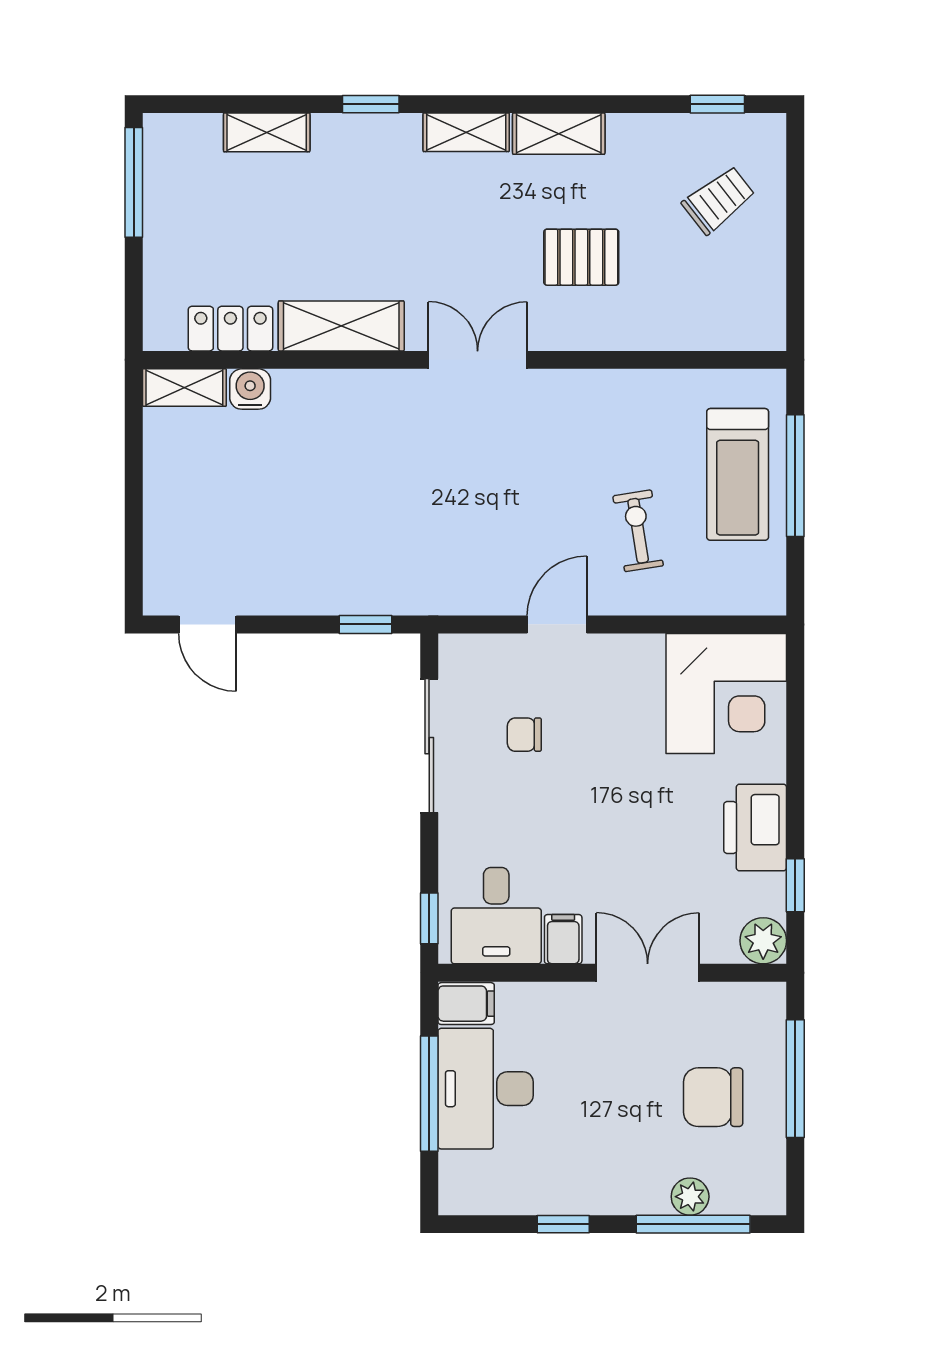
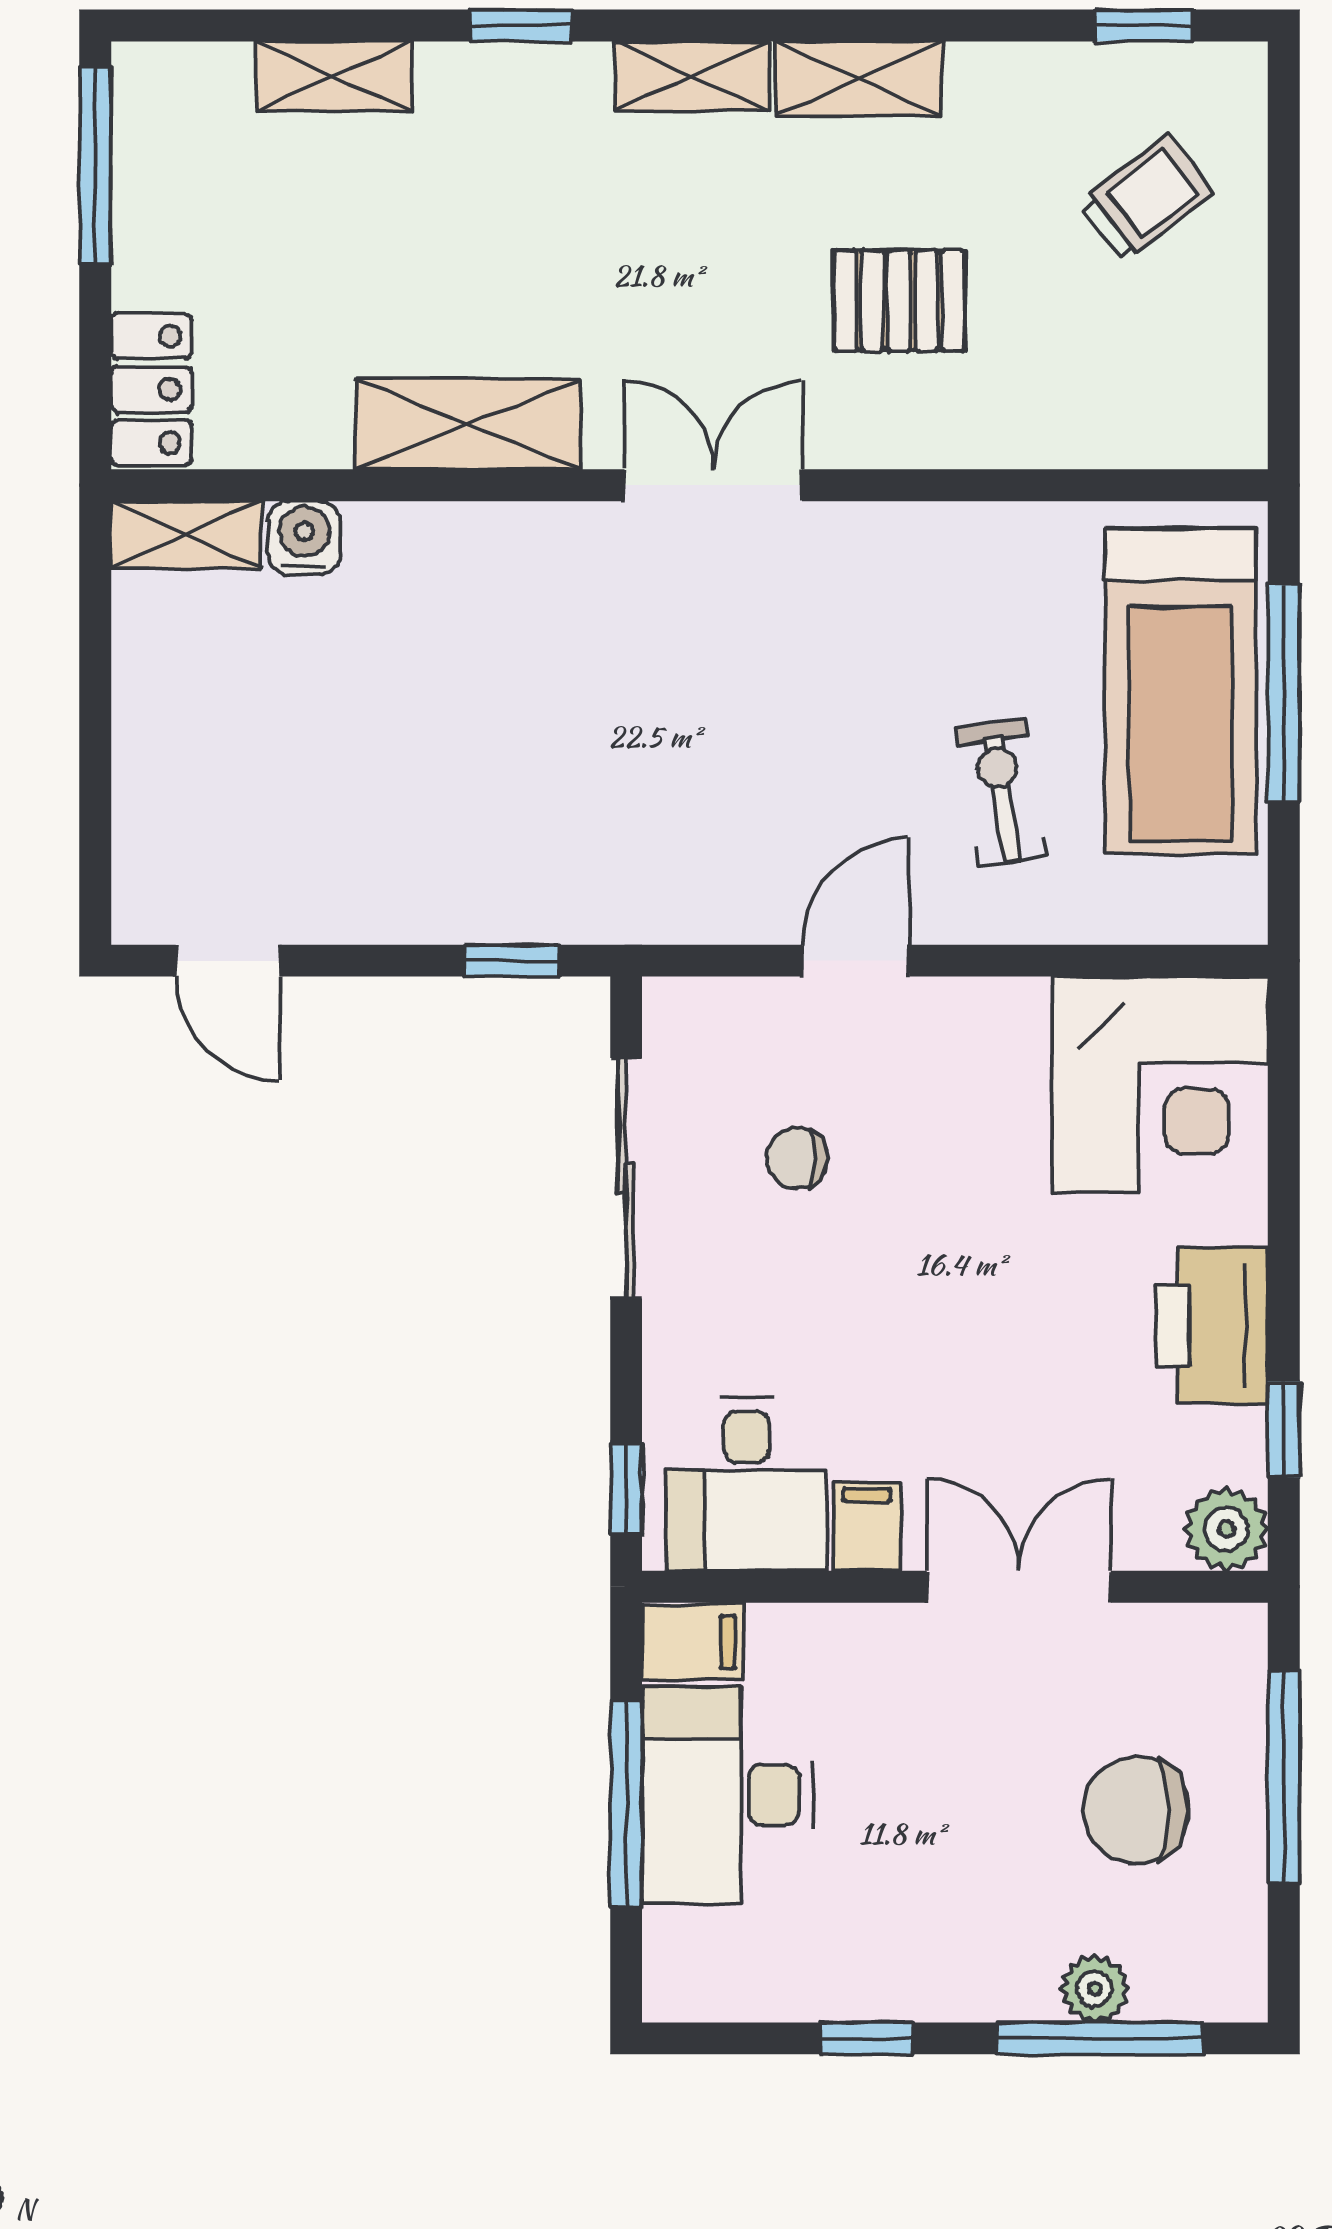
locker: (230, 329) -> (151, 389), moved, turned 90
treadmill: (738, 474) -> (1180, 691), width x1.37, depth x1.37

